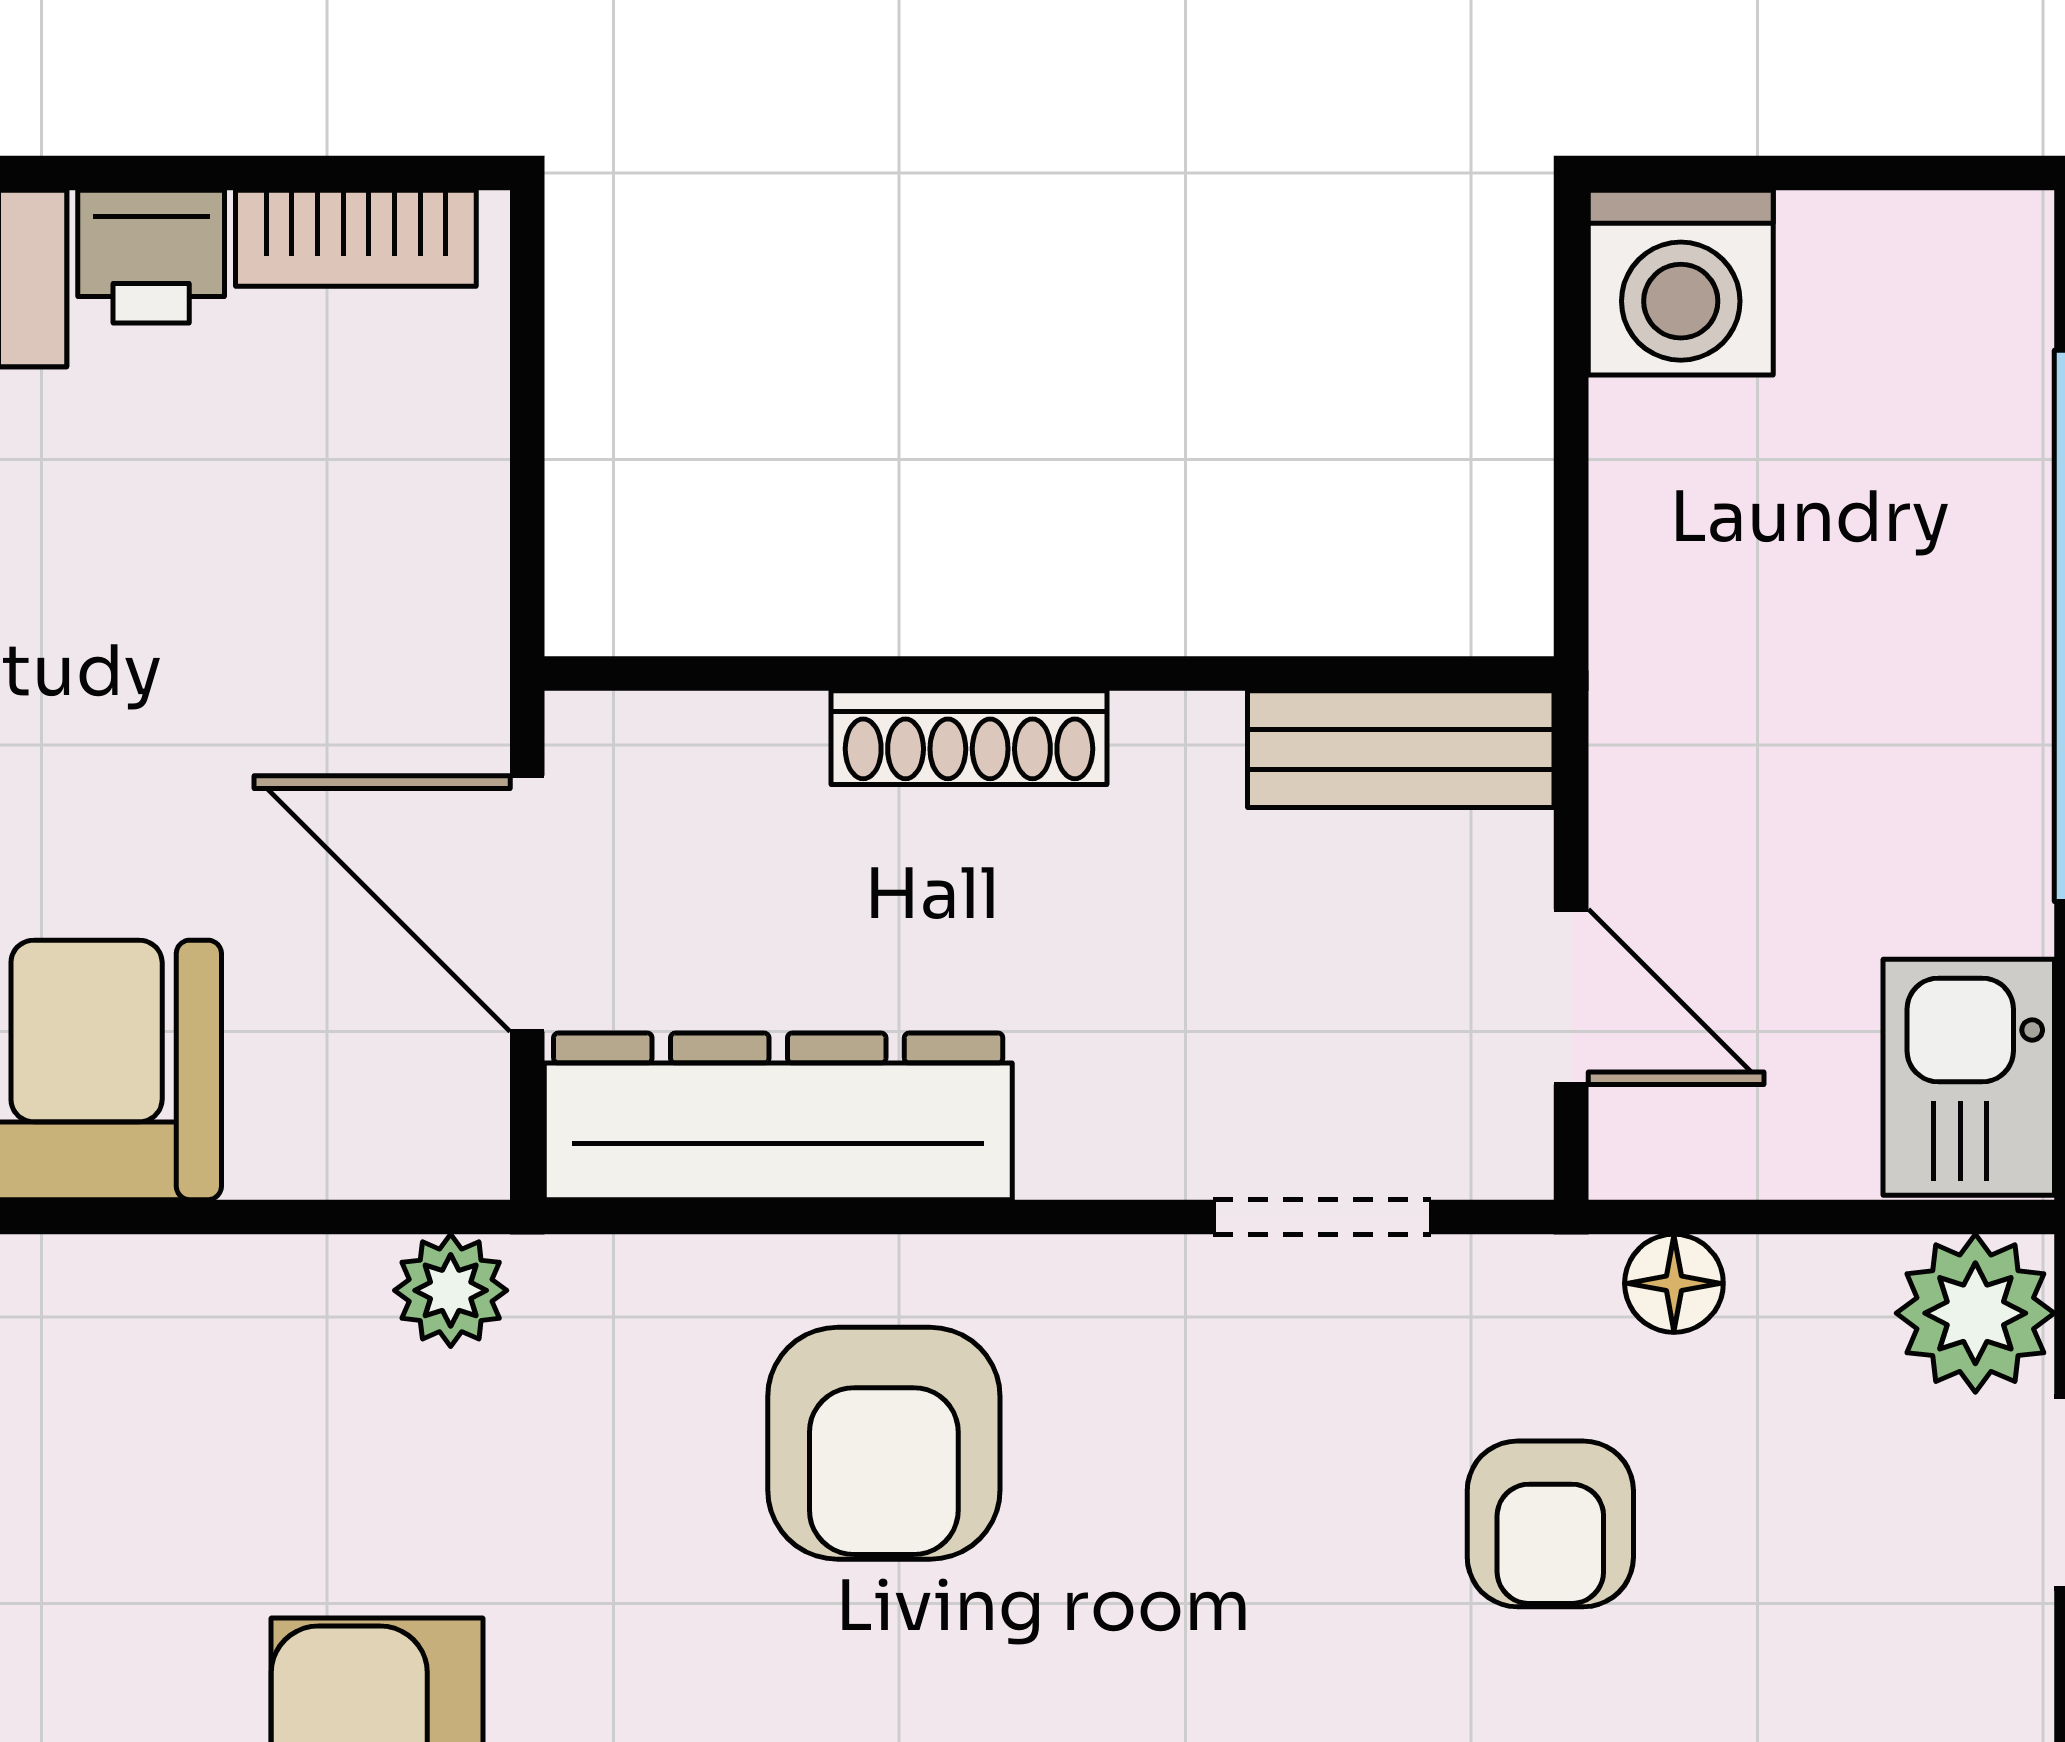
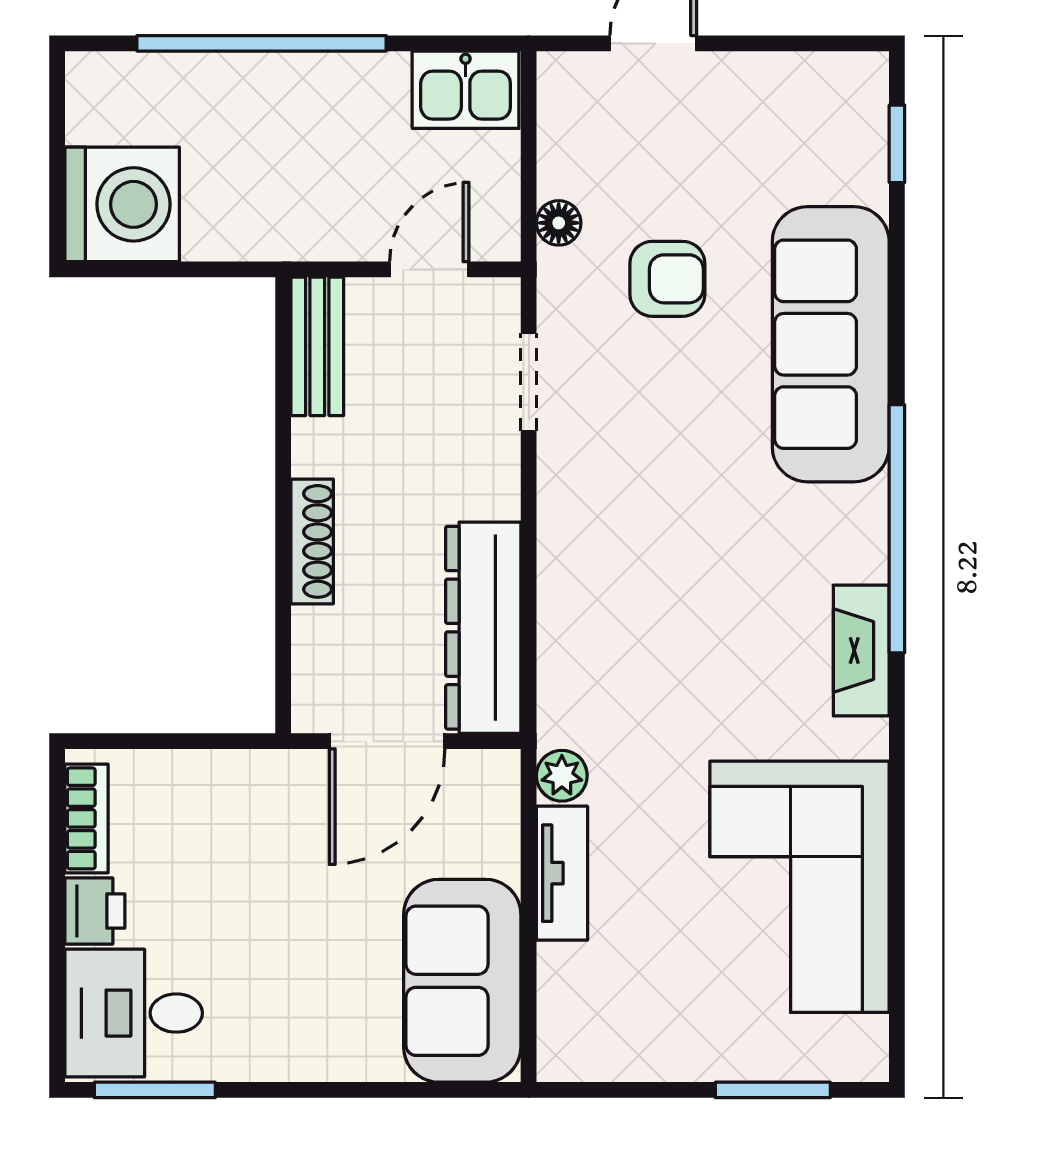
washing machine: (1681, 283) -> (122, 204), width x1.37, depth x1.37
tv unit: (235, 1291) -> (562, 873), added
plant: (1975, 1313) -> (572, 87), removed
armchair: (884, 1443) -> (631, 580), removed

